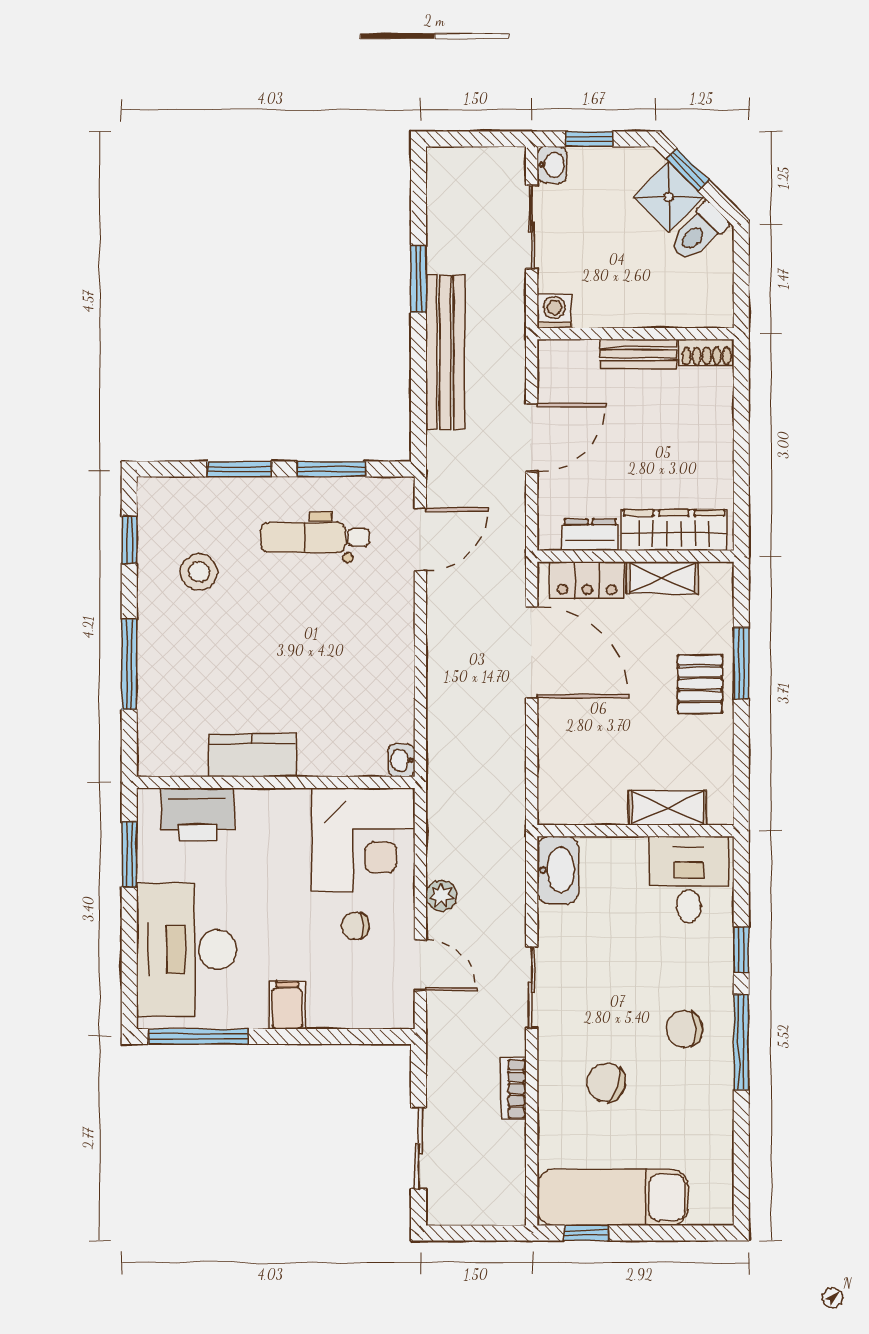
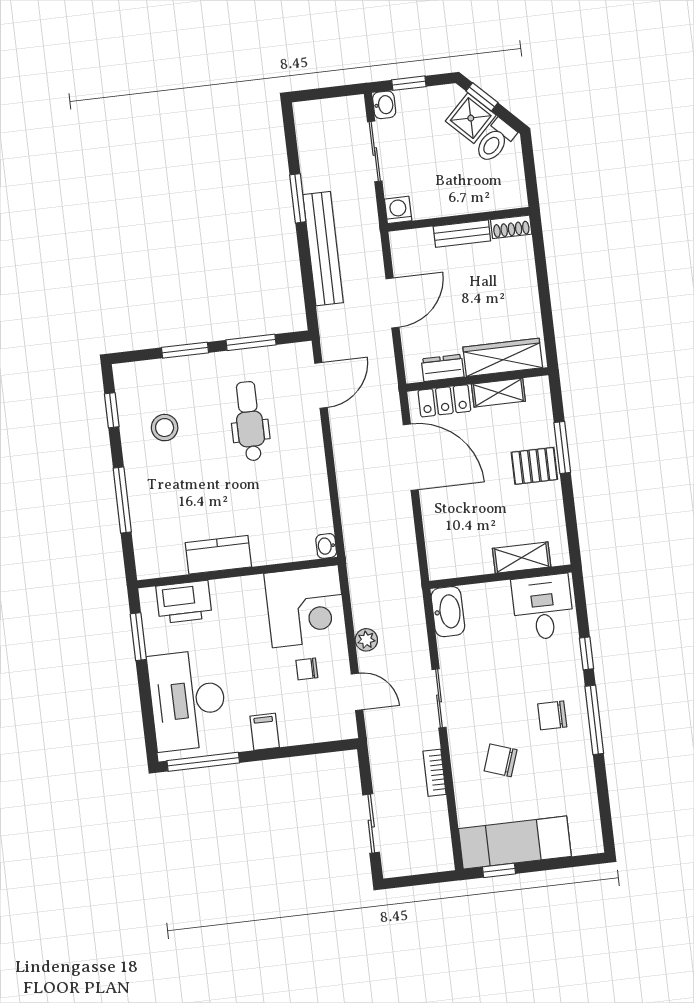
dental chair: (315, 538) -> (250, 421), moved, turned 90
pallet: (700, 684) -> (534, 466), turned 90

